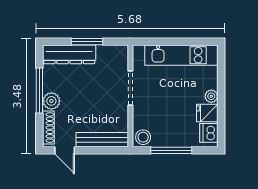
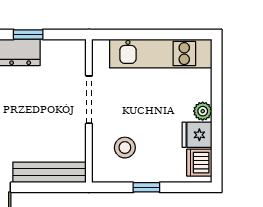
window: (87, 42) -> (28, 34), width x0.67
stool: (143, 137) -> (125, 148), moved
window: (171, 150) -> (146, 187), width x0.46

